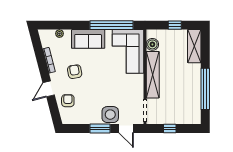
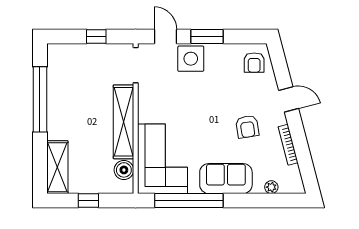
door: (49, 89) -> (289, 99), hinge flipped
armchair: (68, 101) -> (254, 63), moved

